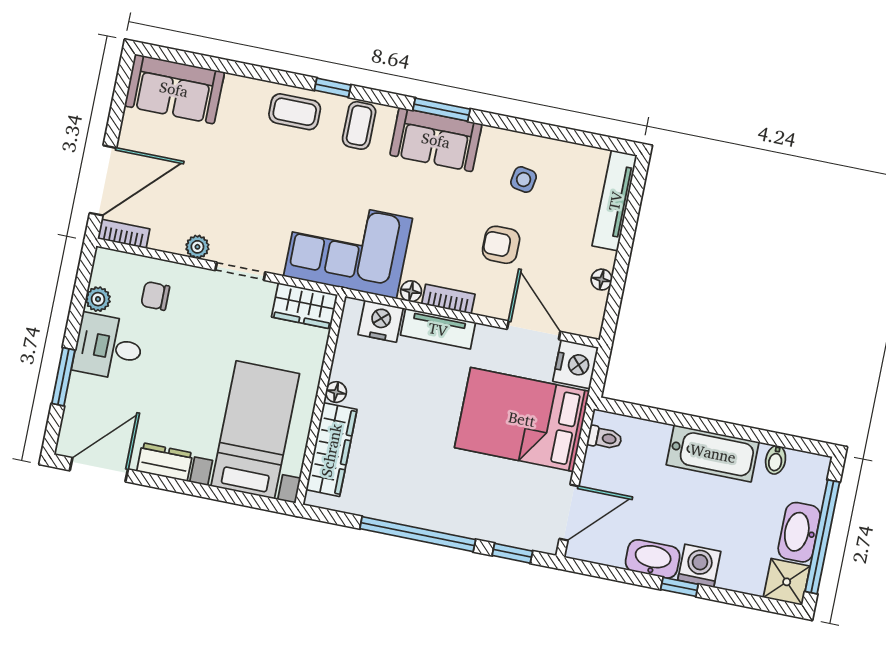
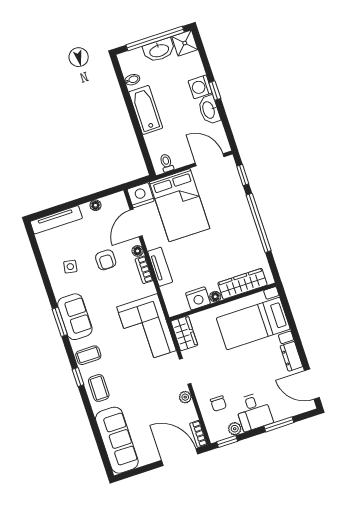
sofa: (174, 89) -> (117, 440), width x1.36
window: (84, 275) -> (227, 441), added
floor lamp: (411, 291) -> (138, 251), moved
nightstand: (381, 321) -> (198, 298), moved, turned -90

